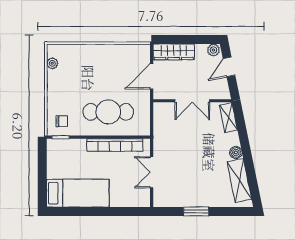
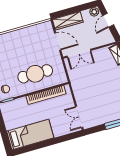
door: (152, 76) -> (58, 41), swing flipped
double door: (192, 101) -> (79, 53), moved
double door: (152, 172) -> (79, 117), moved

